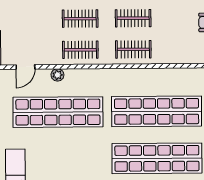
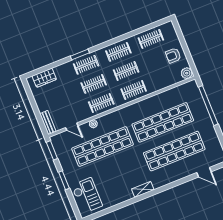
door: (25, 67) -> (72, 127), hinge flipped

